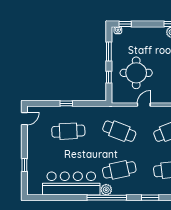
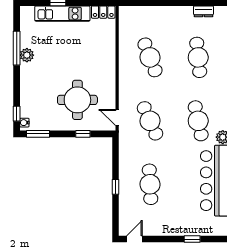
window: (109, 52) -> (38, 134), moved
door: (144, 105) -> (117, 118), moved
door: (24, 119) -> (134, 239), hinge flipped
cafe table: (119, 131) -> (150, 121), turned -45

